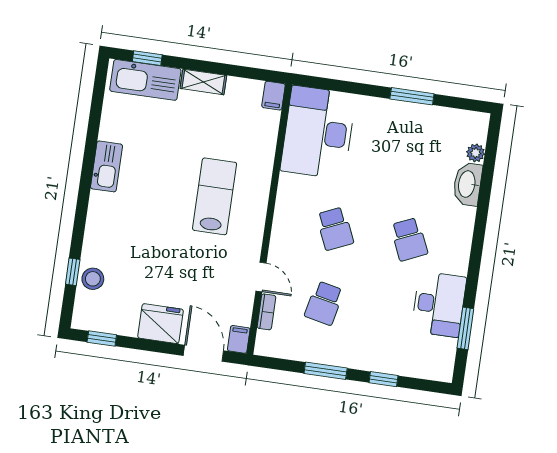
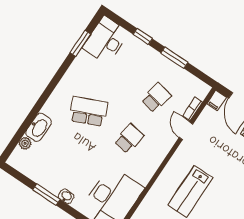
washbasin: (383, 107) -> (66, 196), added
school desk: (335, 229) -> (129, 139), turned 33
school desk: (409, 239) -> (88, 111), width x1.85
desk: (439, 304) -> (106, 40), moved

